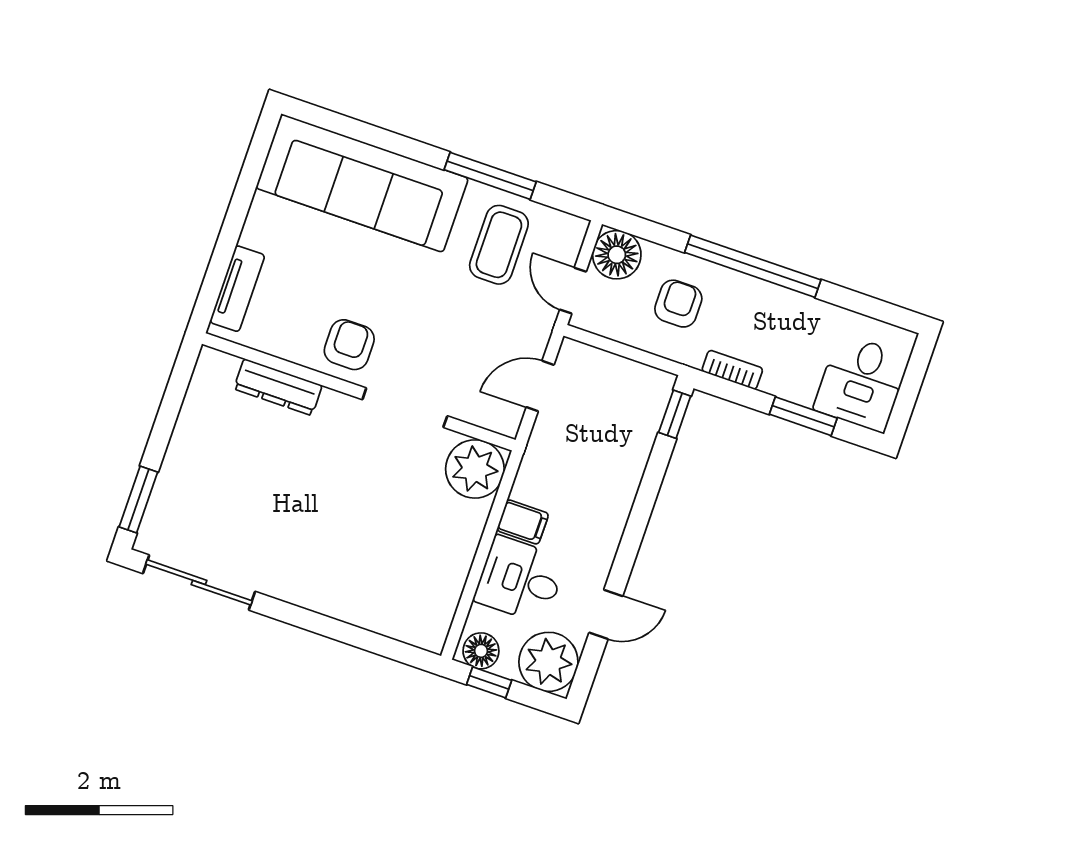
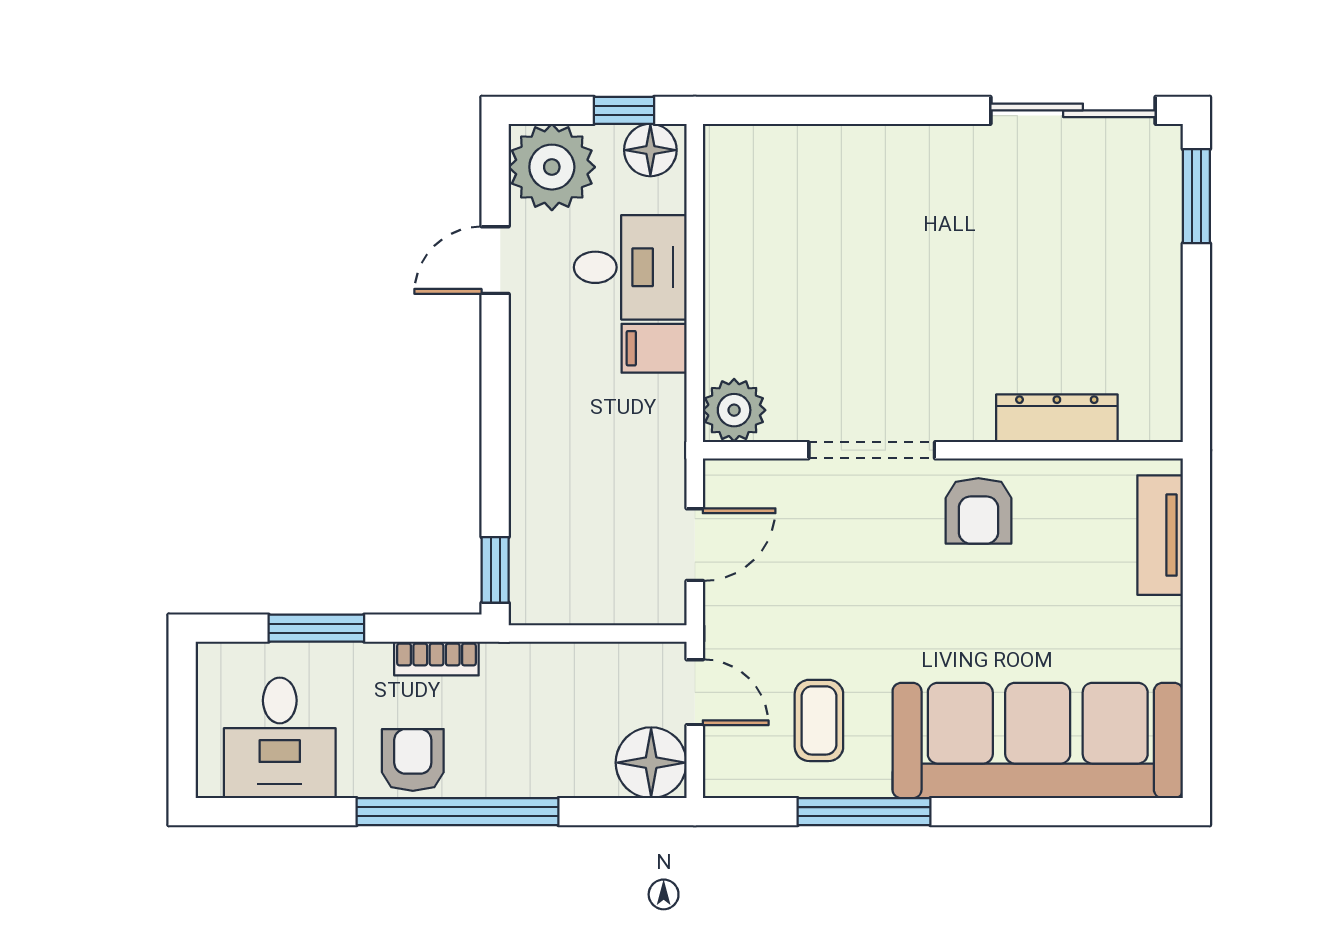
coffee table: (499, 245) -> (819, 720), width x0.73, depth x0.77
armchair: (678, 304) -> (413, 760), moved, turned 180
desk: (861, 383) -> (280, 738), moved, turned 180
plant: (475, 469) -> (734, 410), width x0.73, depth x0.73

